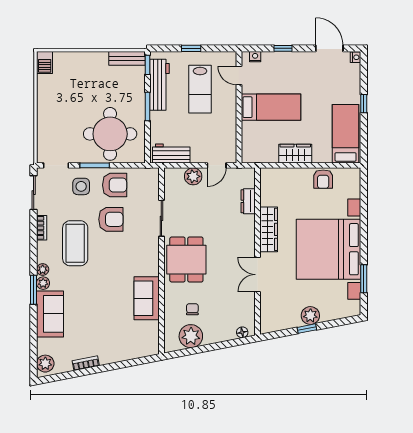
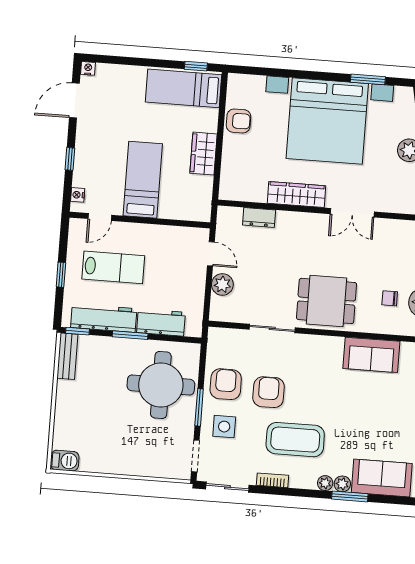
window: (364, 104) -> (196, 66), moved
workbench: (171, 153) -> (161, 322), moved, turned 90

